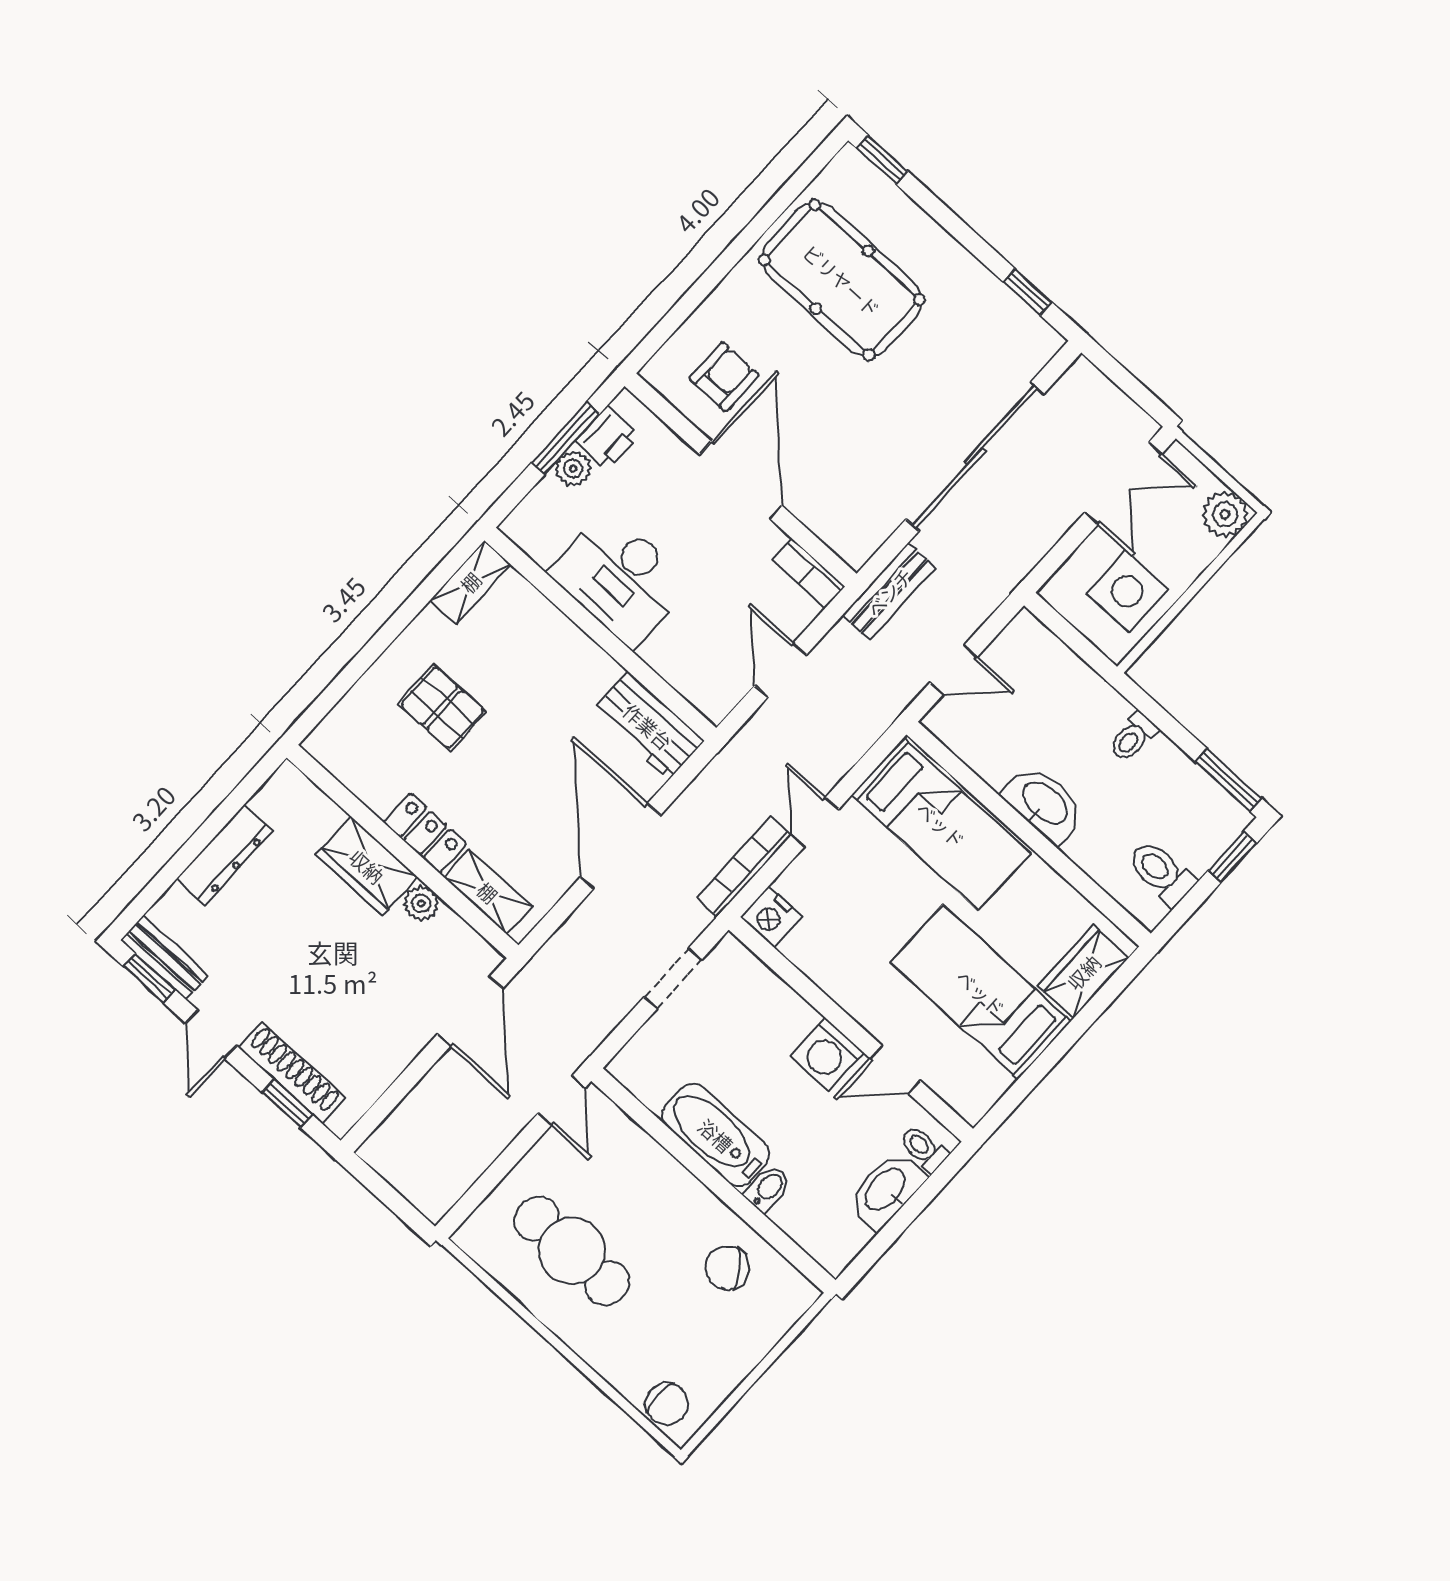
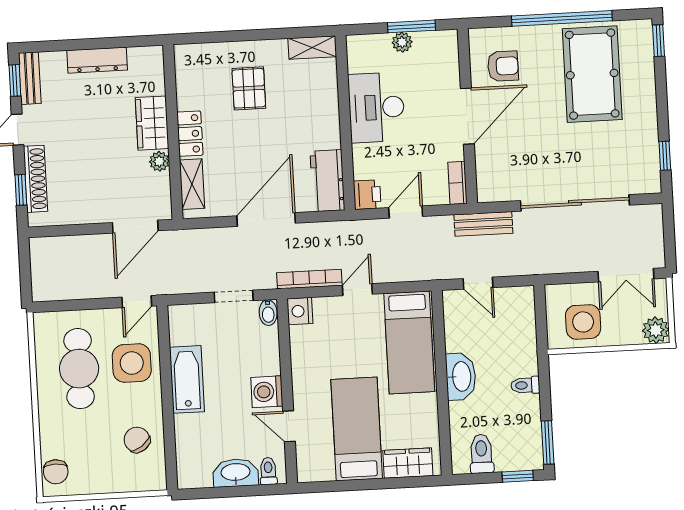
window: (738, 248) -> (562, 18), added
printer: (607, 438) -> (367, 195), moved, turned -90
side table: (629, 1181) -> (132, 363), added
bidet: (768, 1189) -> (268, 313), moved, turned 90

